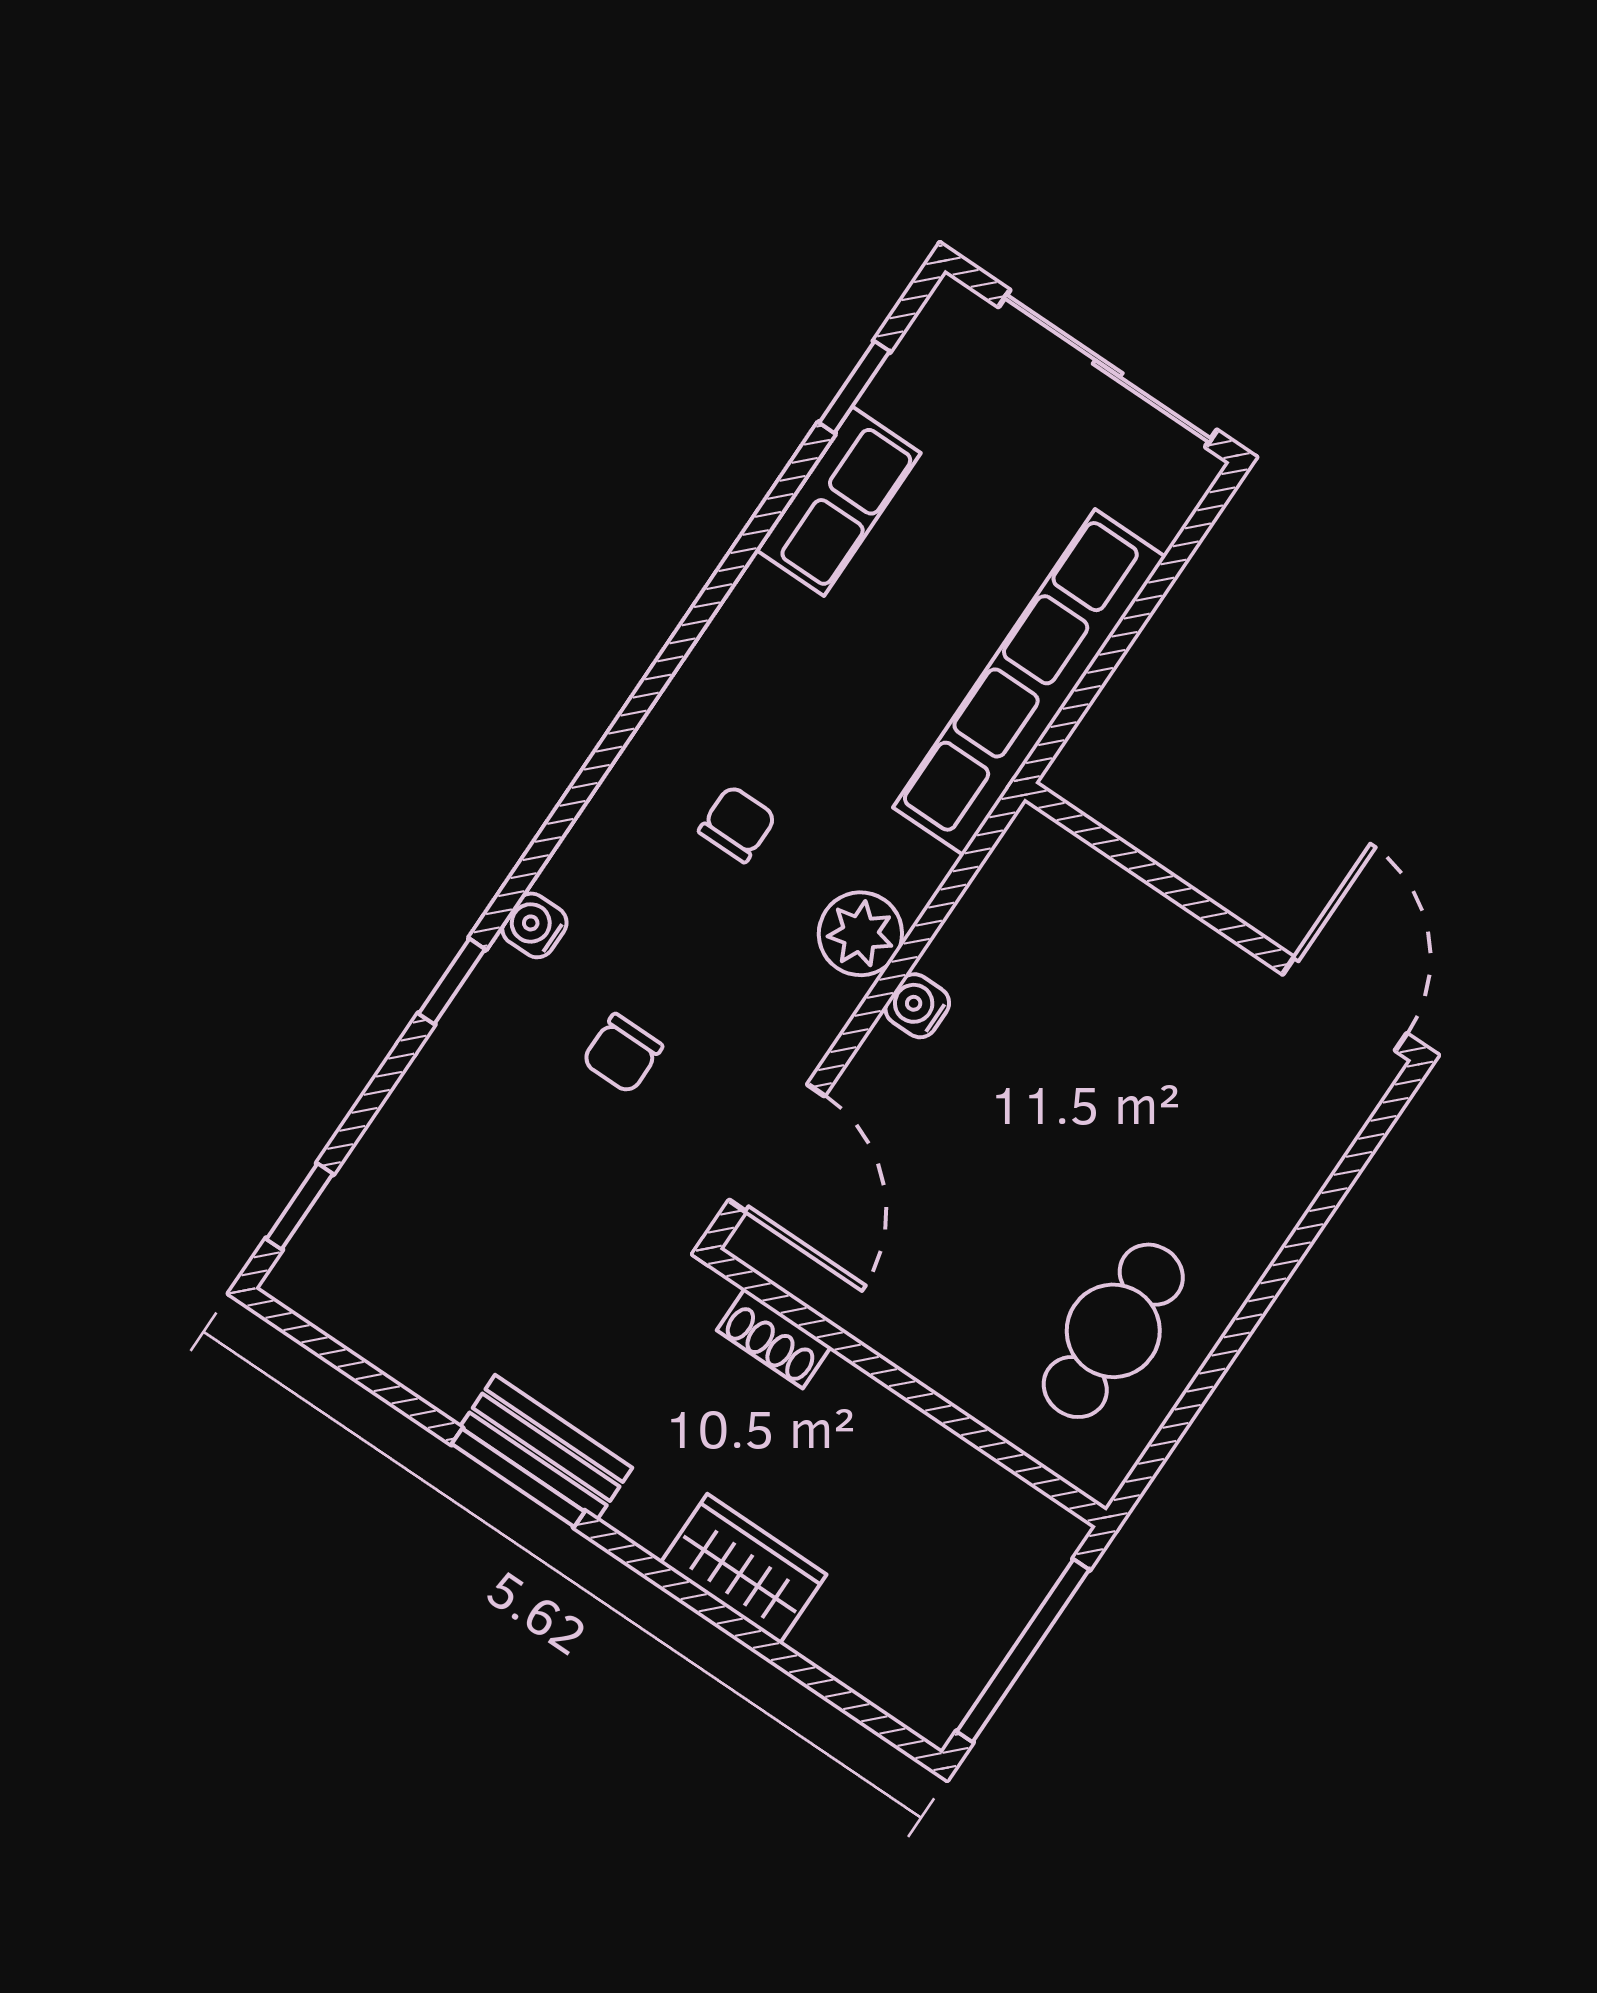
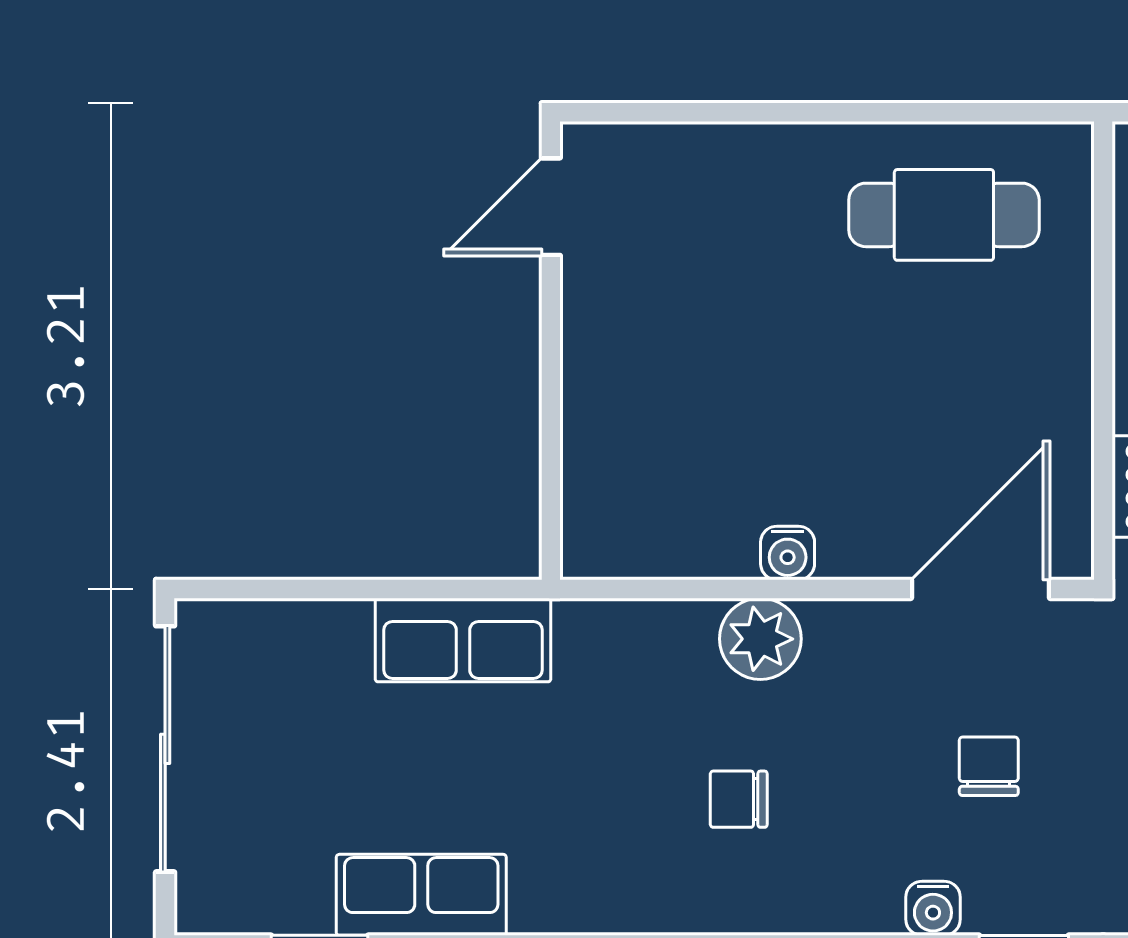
row of seats: (1029, 682) -> (463, 640), width x0.50
door: (1345, 1004) -> (551, 207), width x0.73
chair: (622, 1054) -> (989, 766), turned -90

